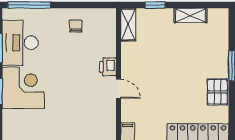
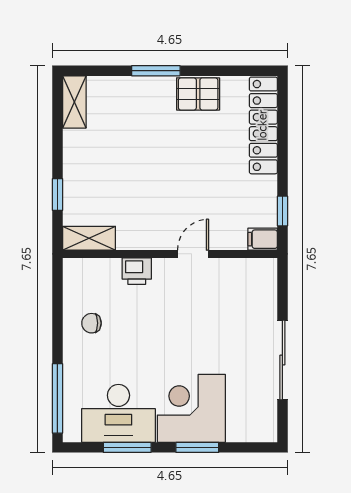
shelving: (191, 15) -> (74, 102), moved
printer: (108, 67) -> (137, 271), moved

